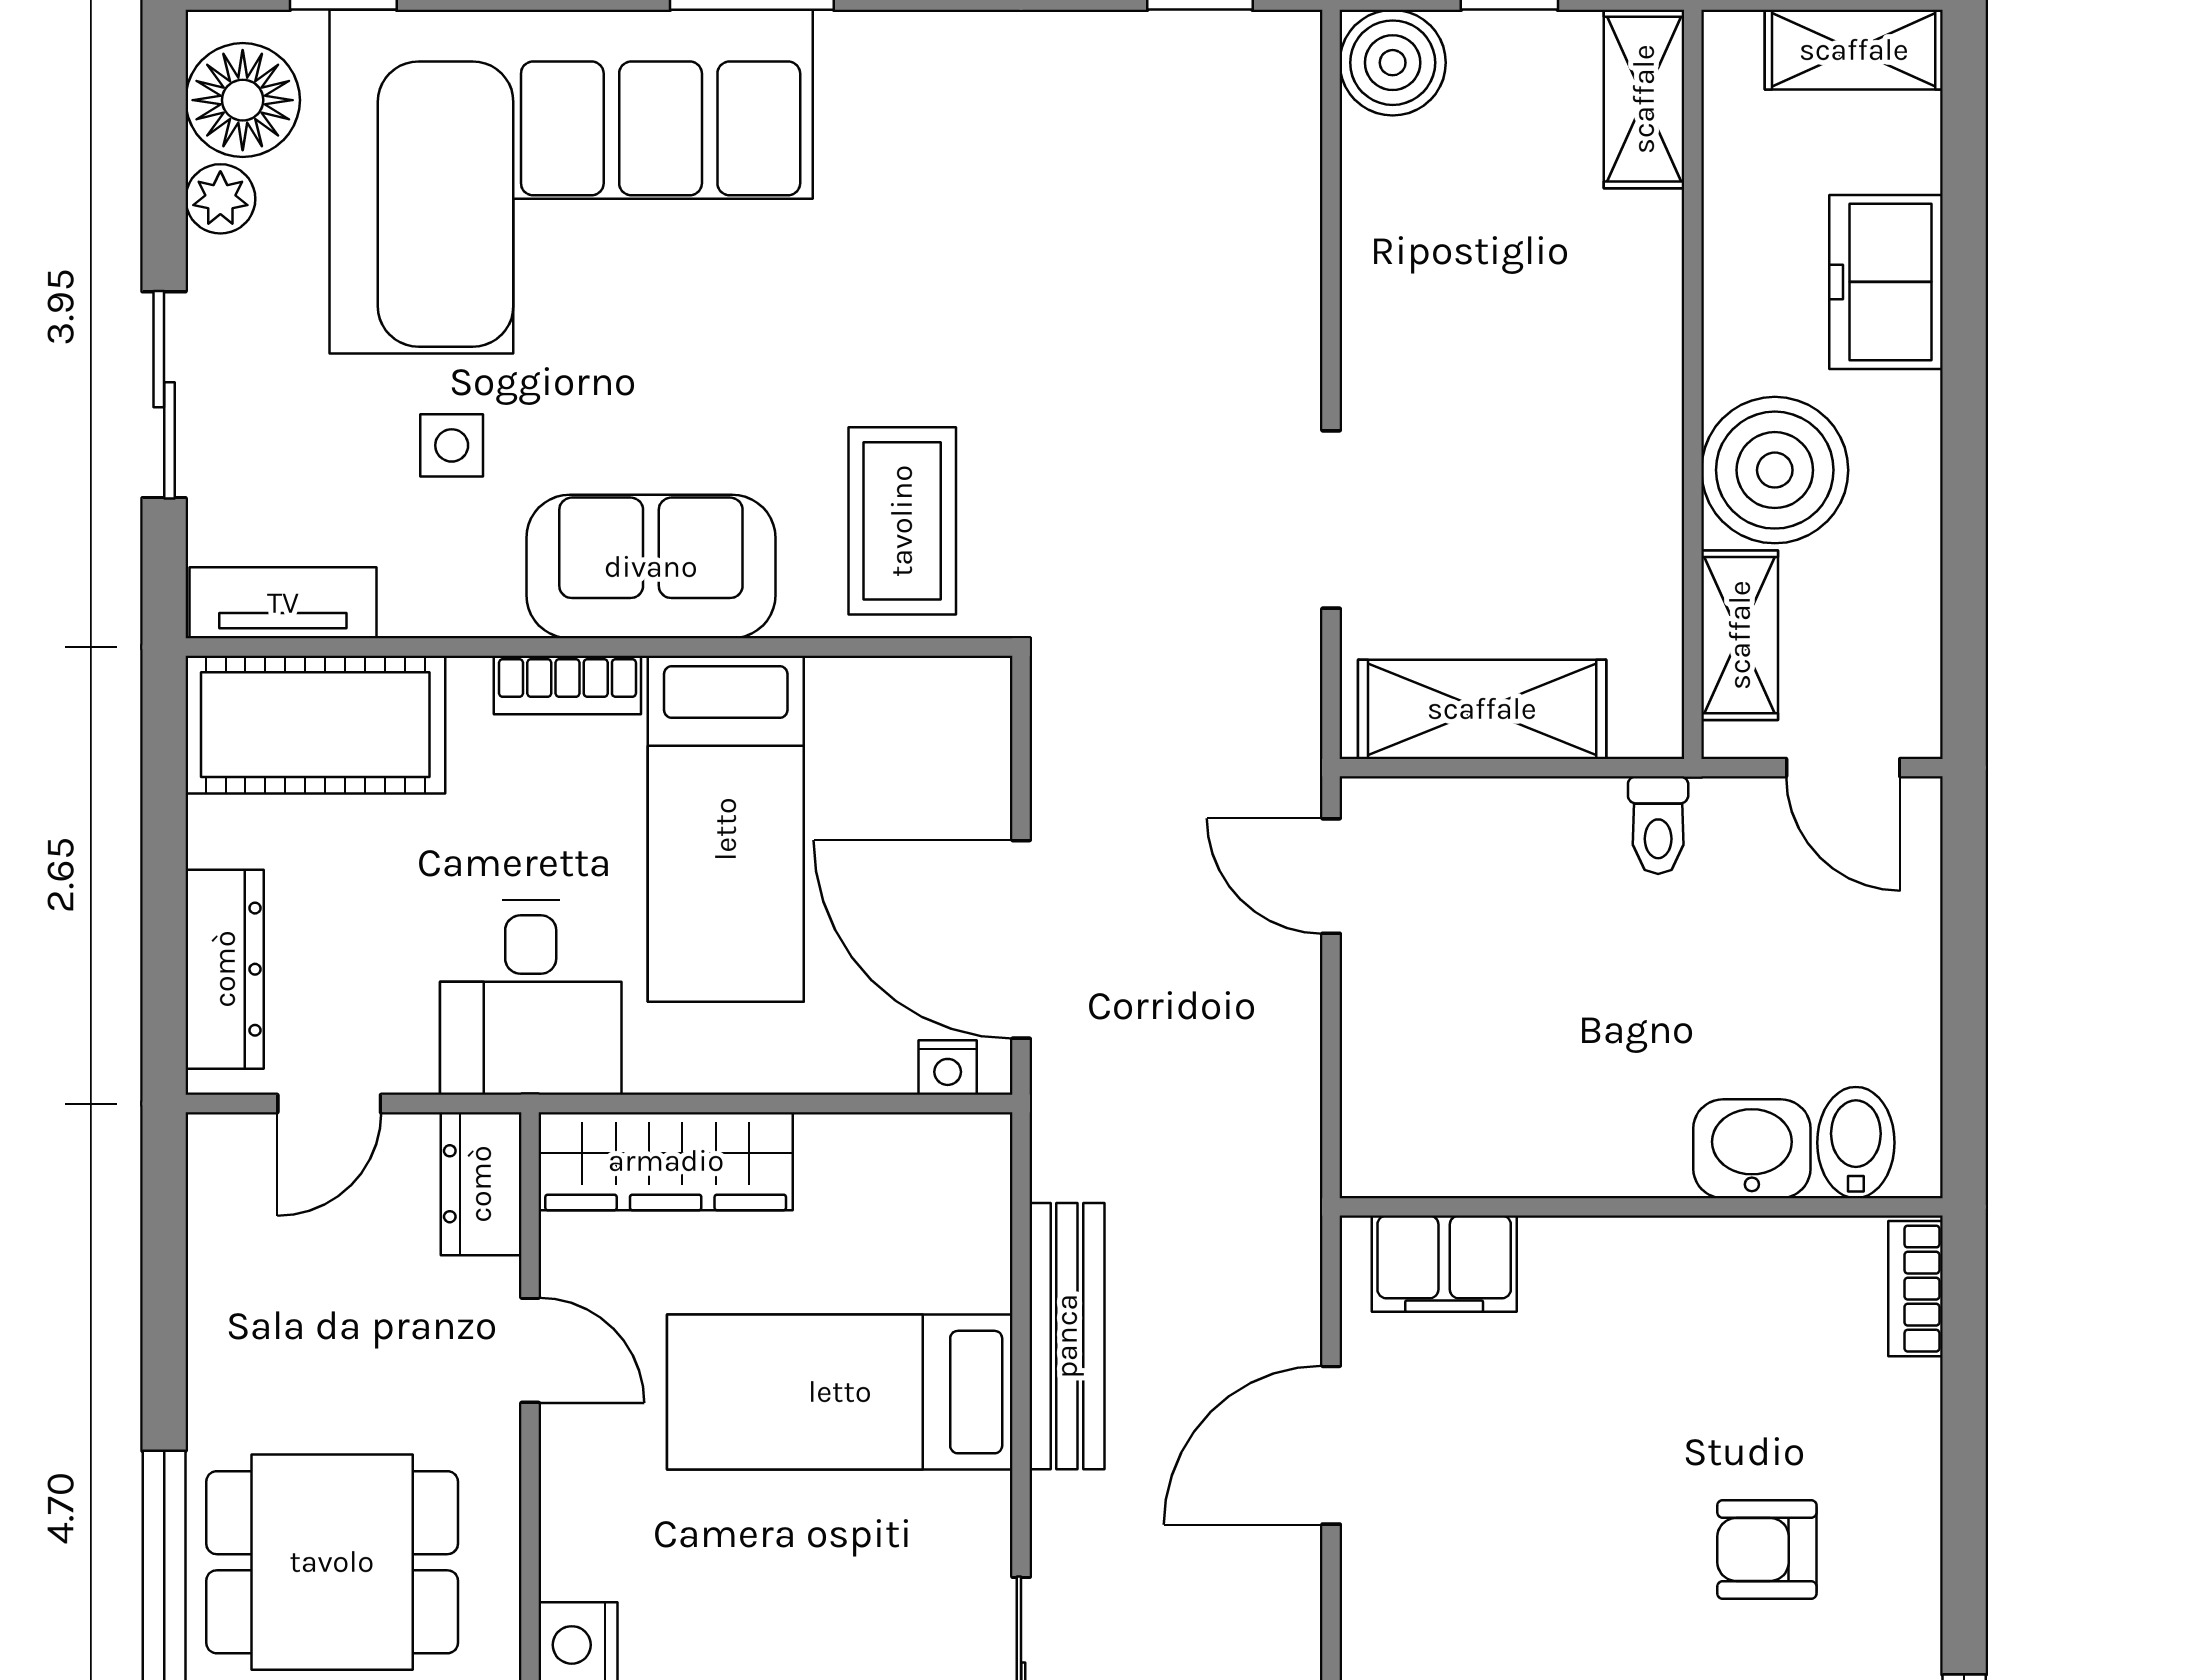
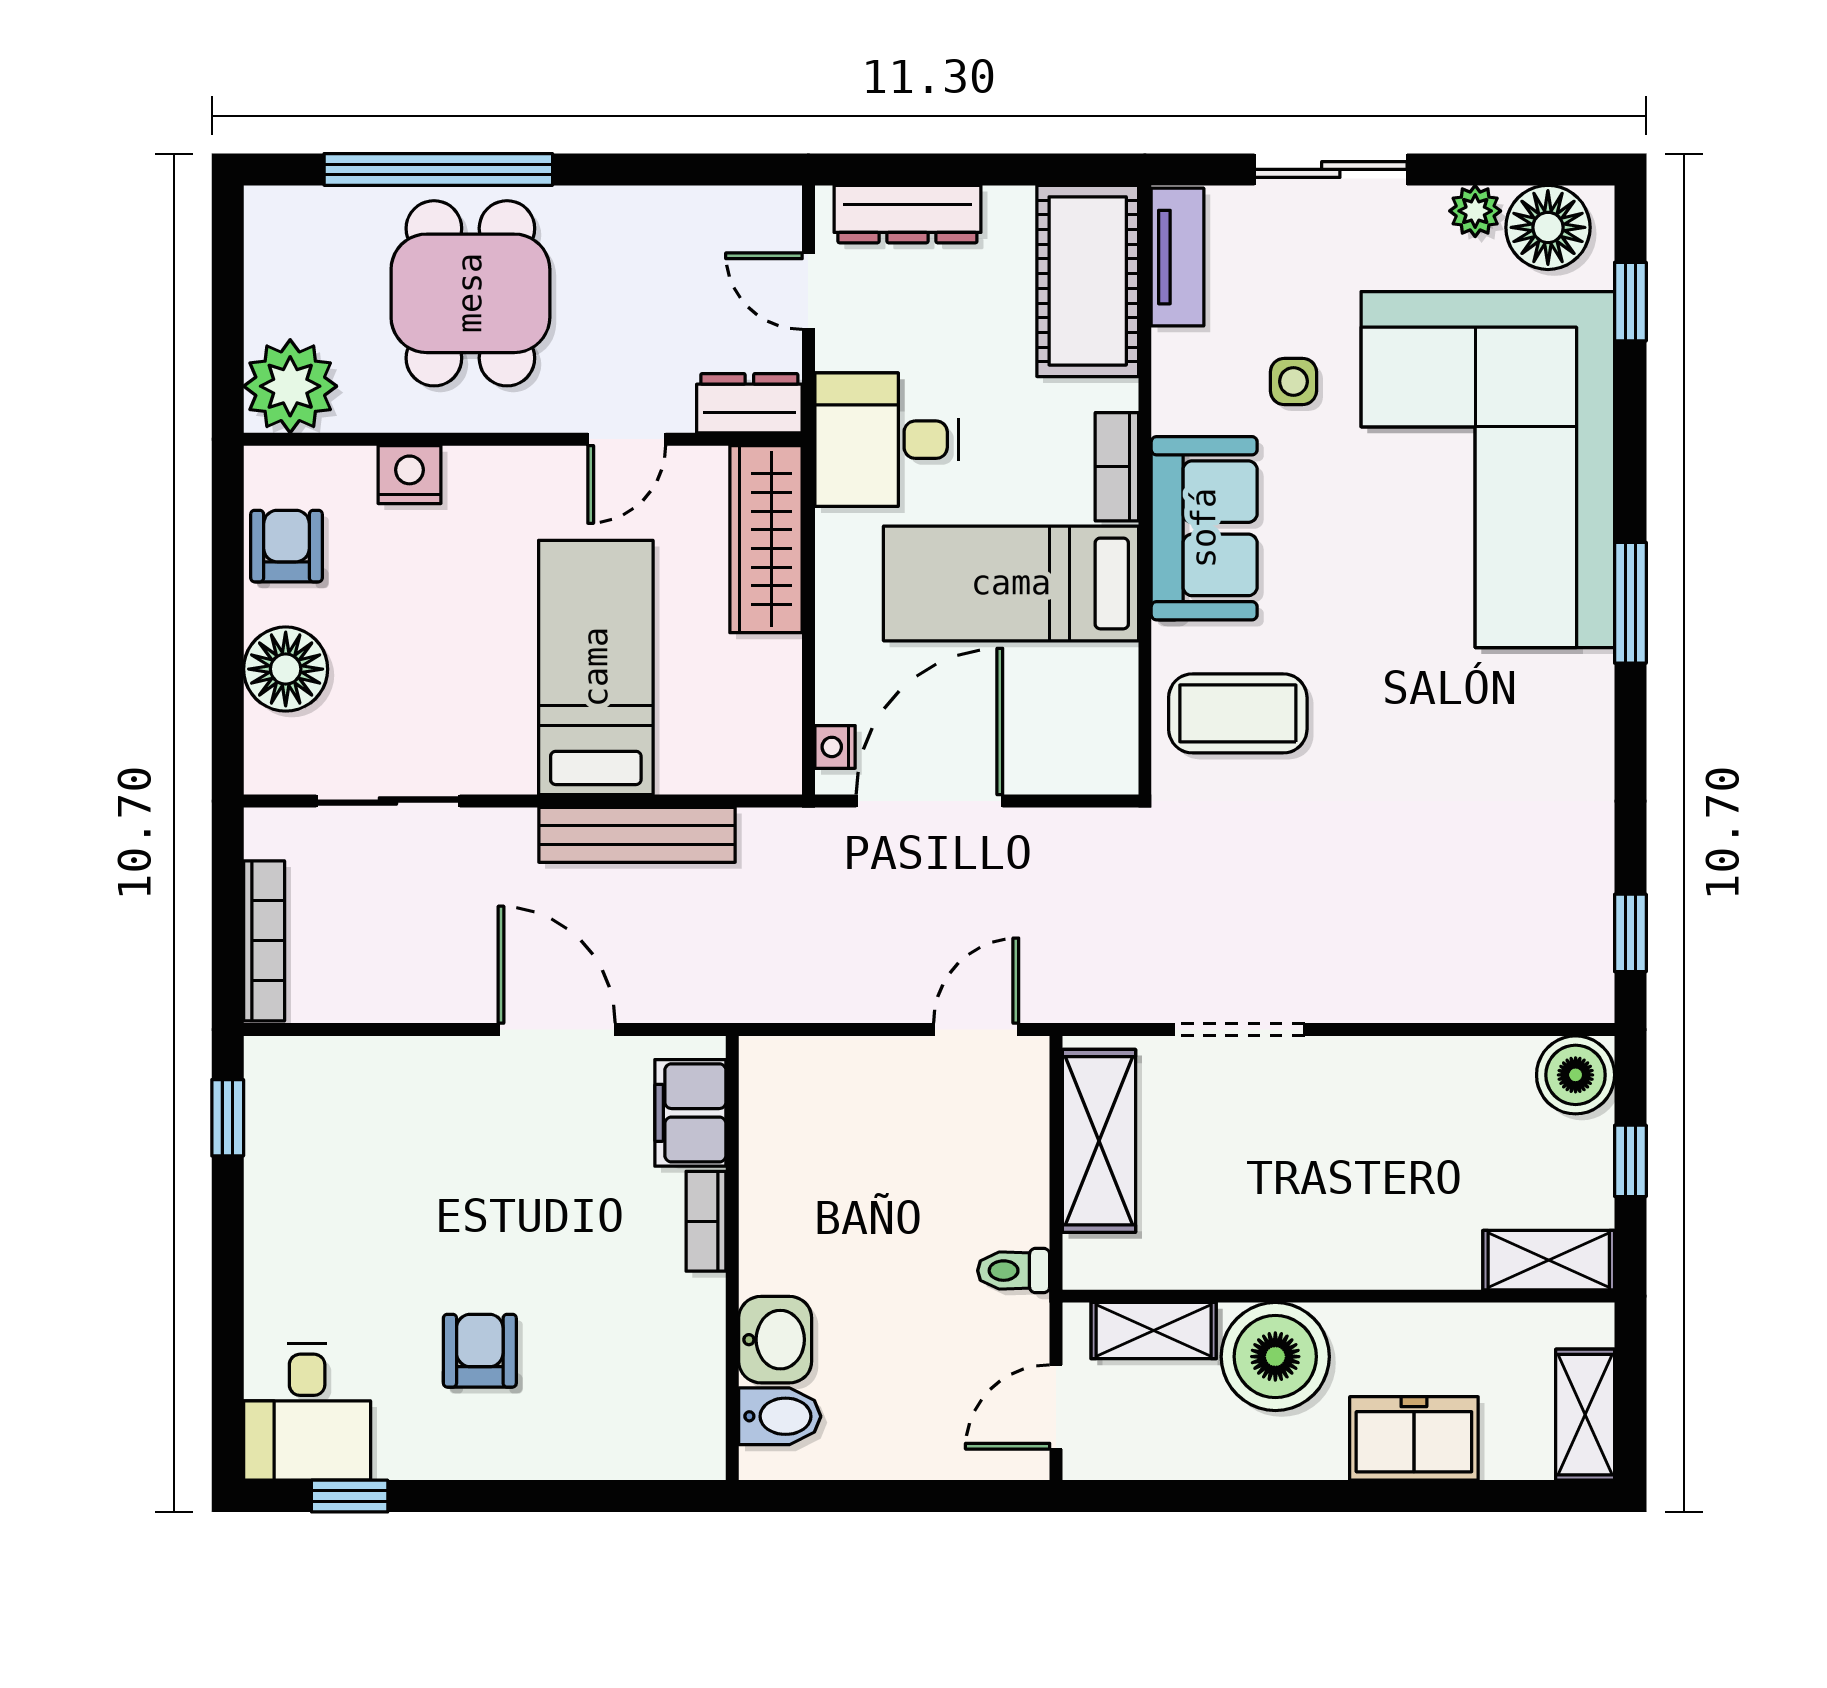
bookcase: (1915, 1289) -> (706, 1221), moved, turned -90

